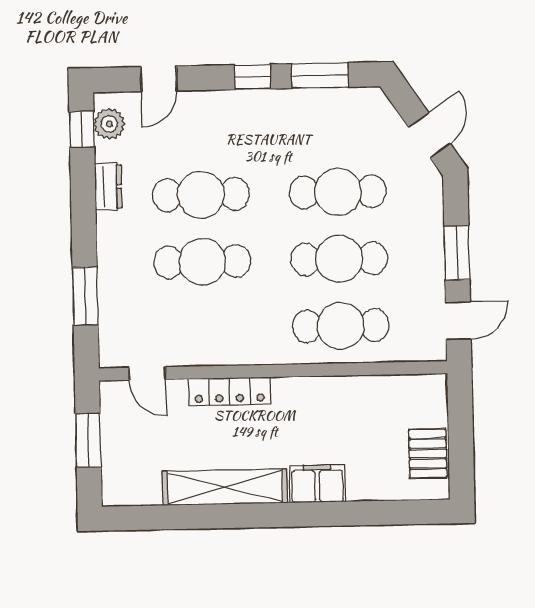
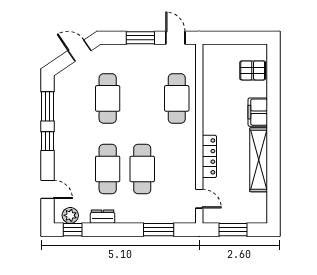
cafe table: (339, 259) -> (142, 98), removed
door: (147, 374) -> (199, 199), hinge flipped
pallet: (428, 454) -> (253, 70), moved

